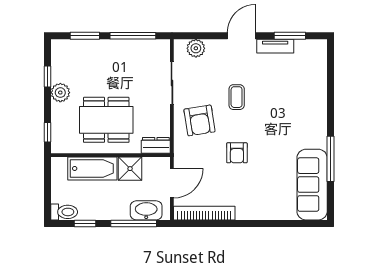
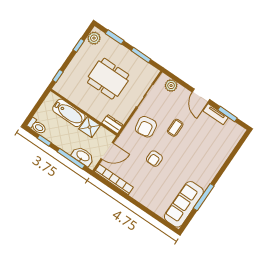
window: (133, 36) -> (141, 55), width x0.69
door: (241, 36) -> (201, 96), swing flipped
plant: (60, 93) -> (94, 38), moved
dining table: (106, 120) -> (108, 79), moved

